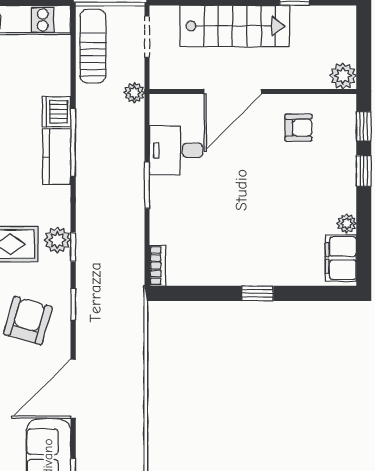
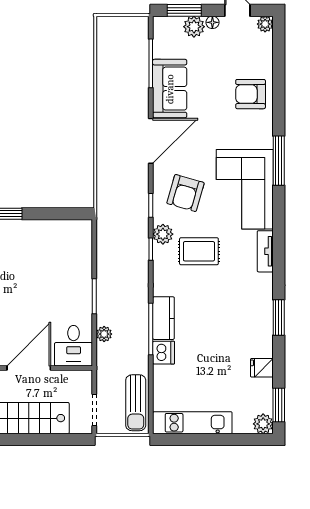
plant: (134, 93) -> (104, 334), moved
desk: (176, 150) -> (74, 346), moved, turned 90
plant: (57, 240) -> (163, 234), moved
bookcase: (158, 266) -> (86, 235), removed

